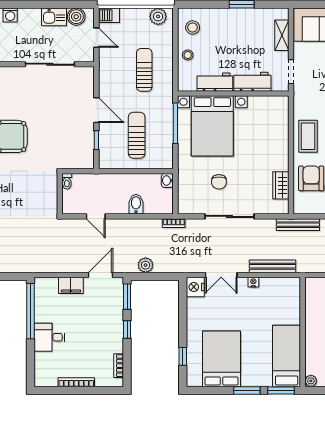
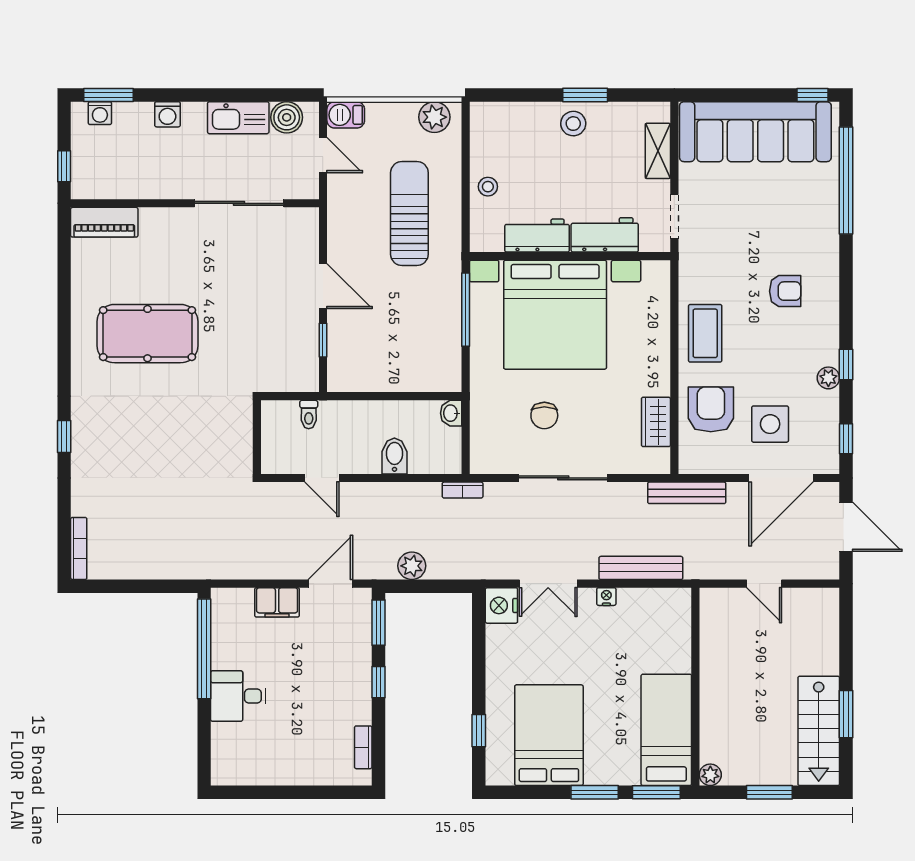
kitchen sink: (54, 17) -> (238, 118), width x1.38
stool: (193, 28) -> (573, 124), moved
sun lounger: (144, 70) -> (409, 213), width x1.36, depth x1.34
bed with nightstands: (212, 126) -> (555, 315), width x1.36
sun lounger: (137, 135) -> (396, 331), removed
toilet: (67, 181) -> (309, 414), moved
bookcase: (76, 382) -> (287, 777), removed

